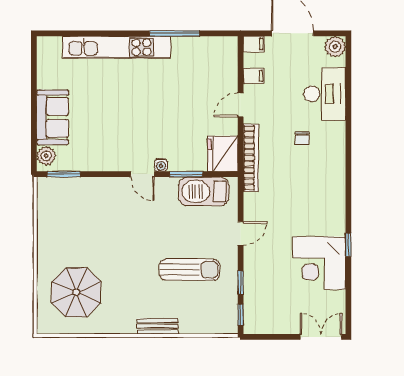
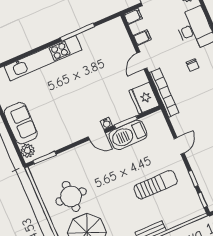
barbecue: (204, 191) -> (128, 135), moved
round table: (76, 238) -> (71, 196), added

